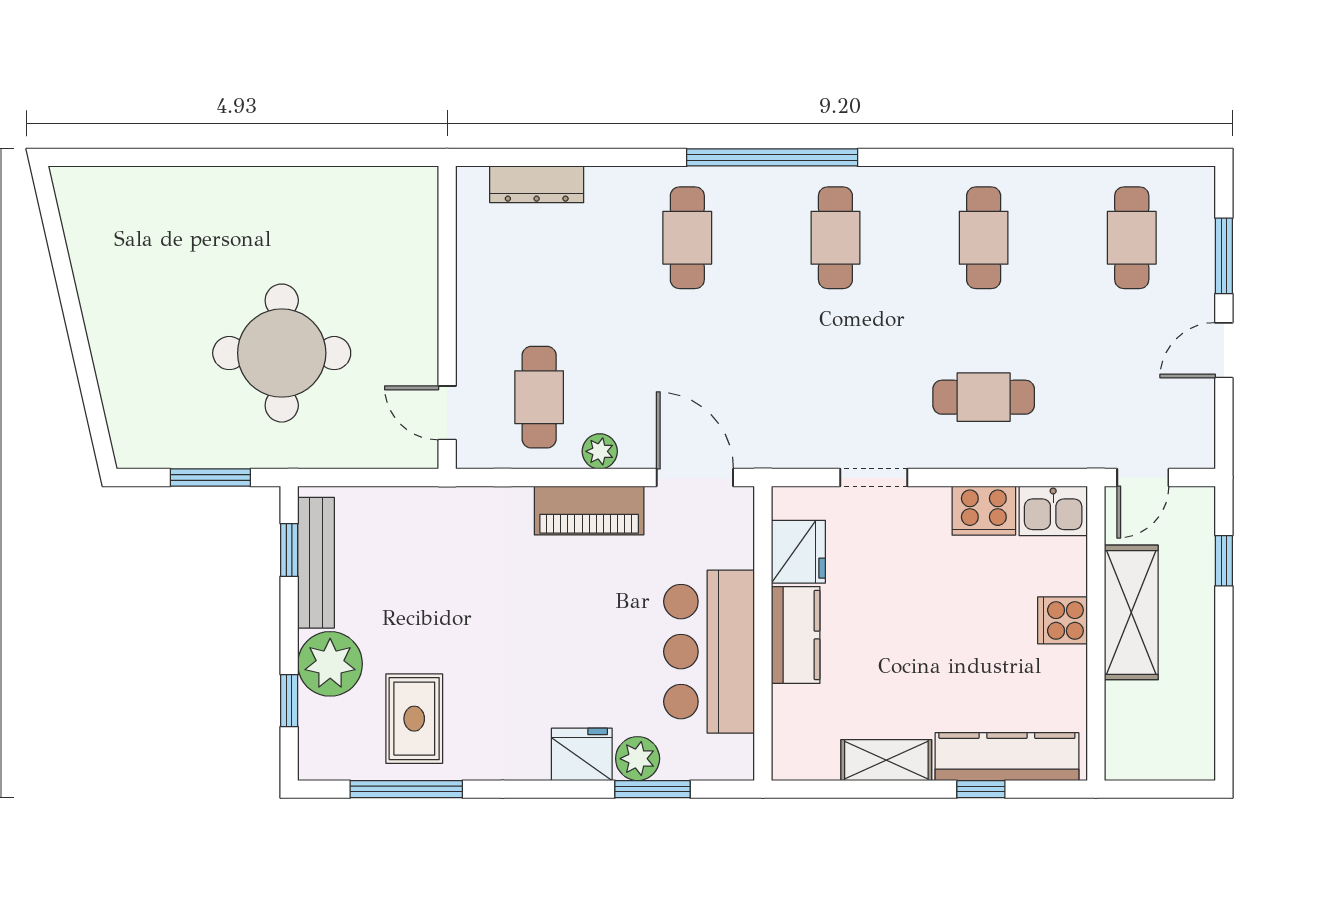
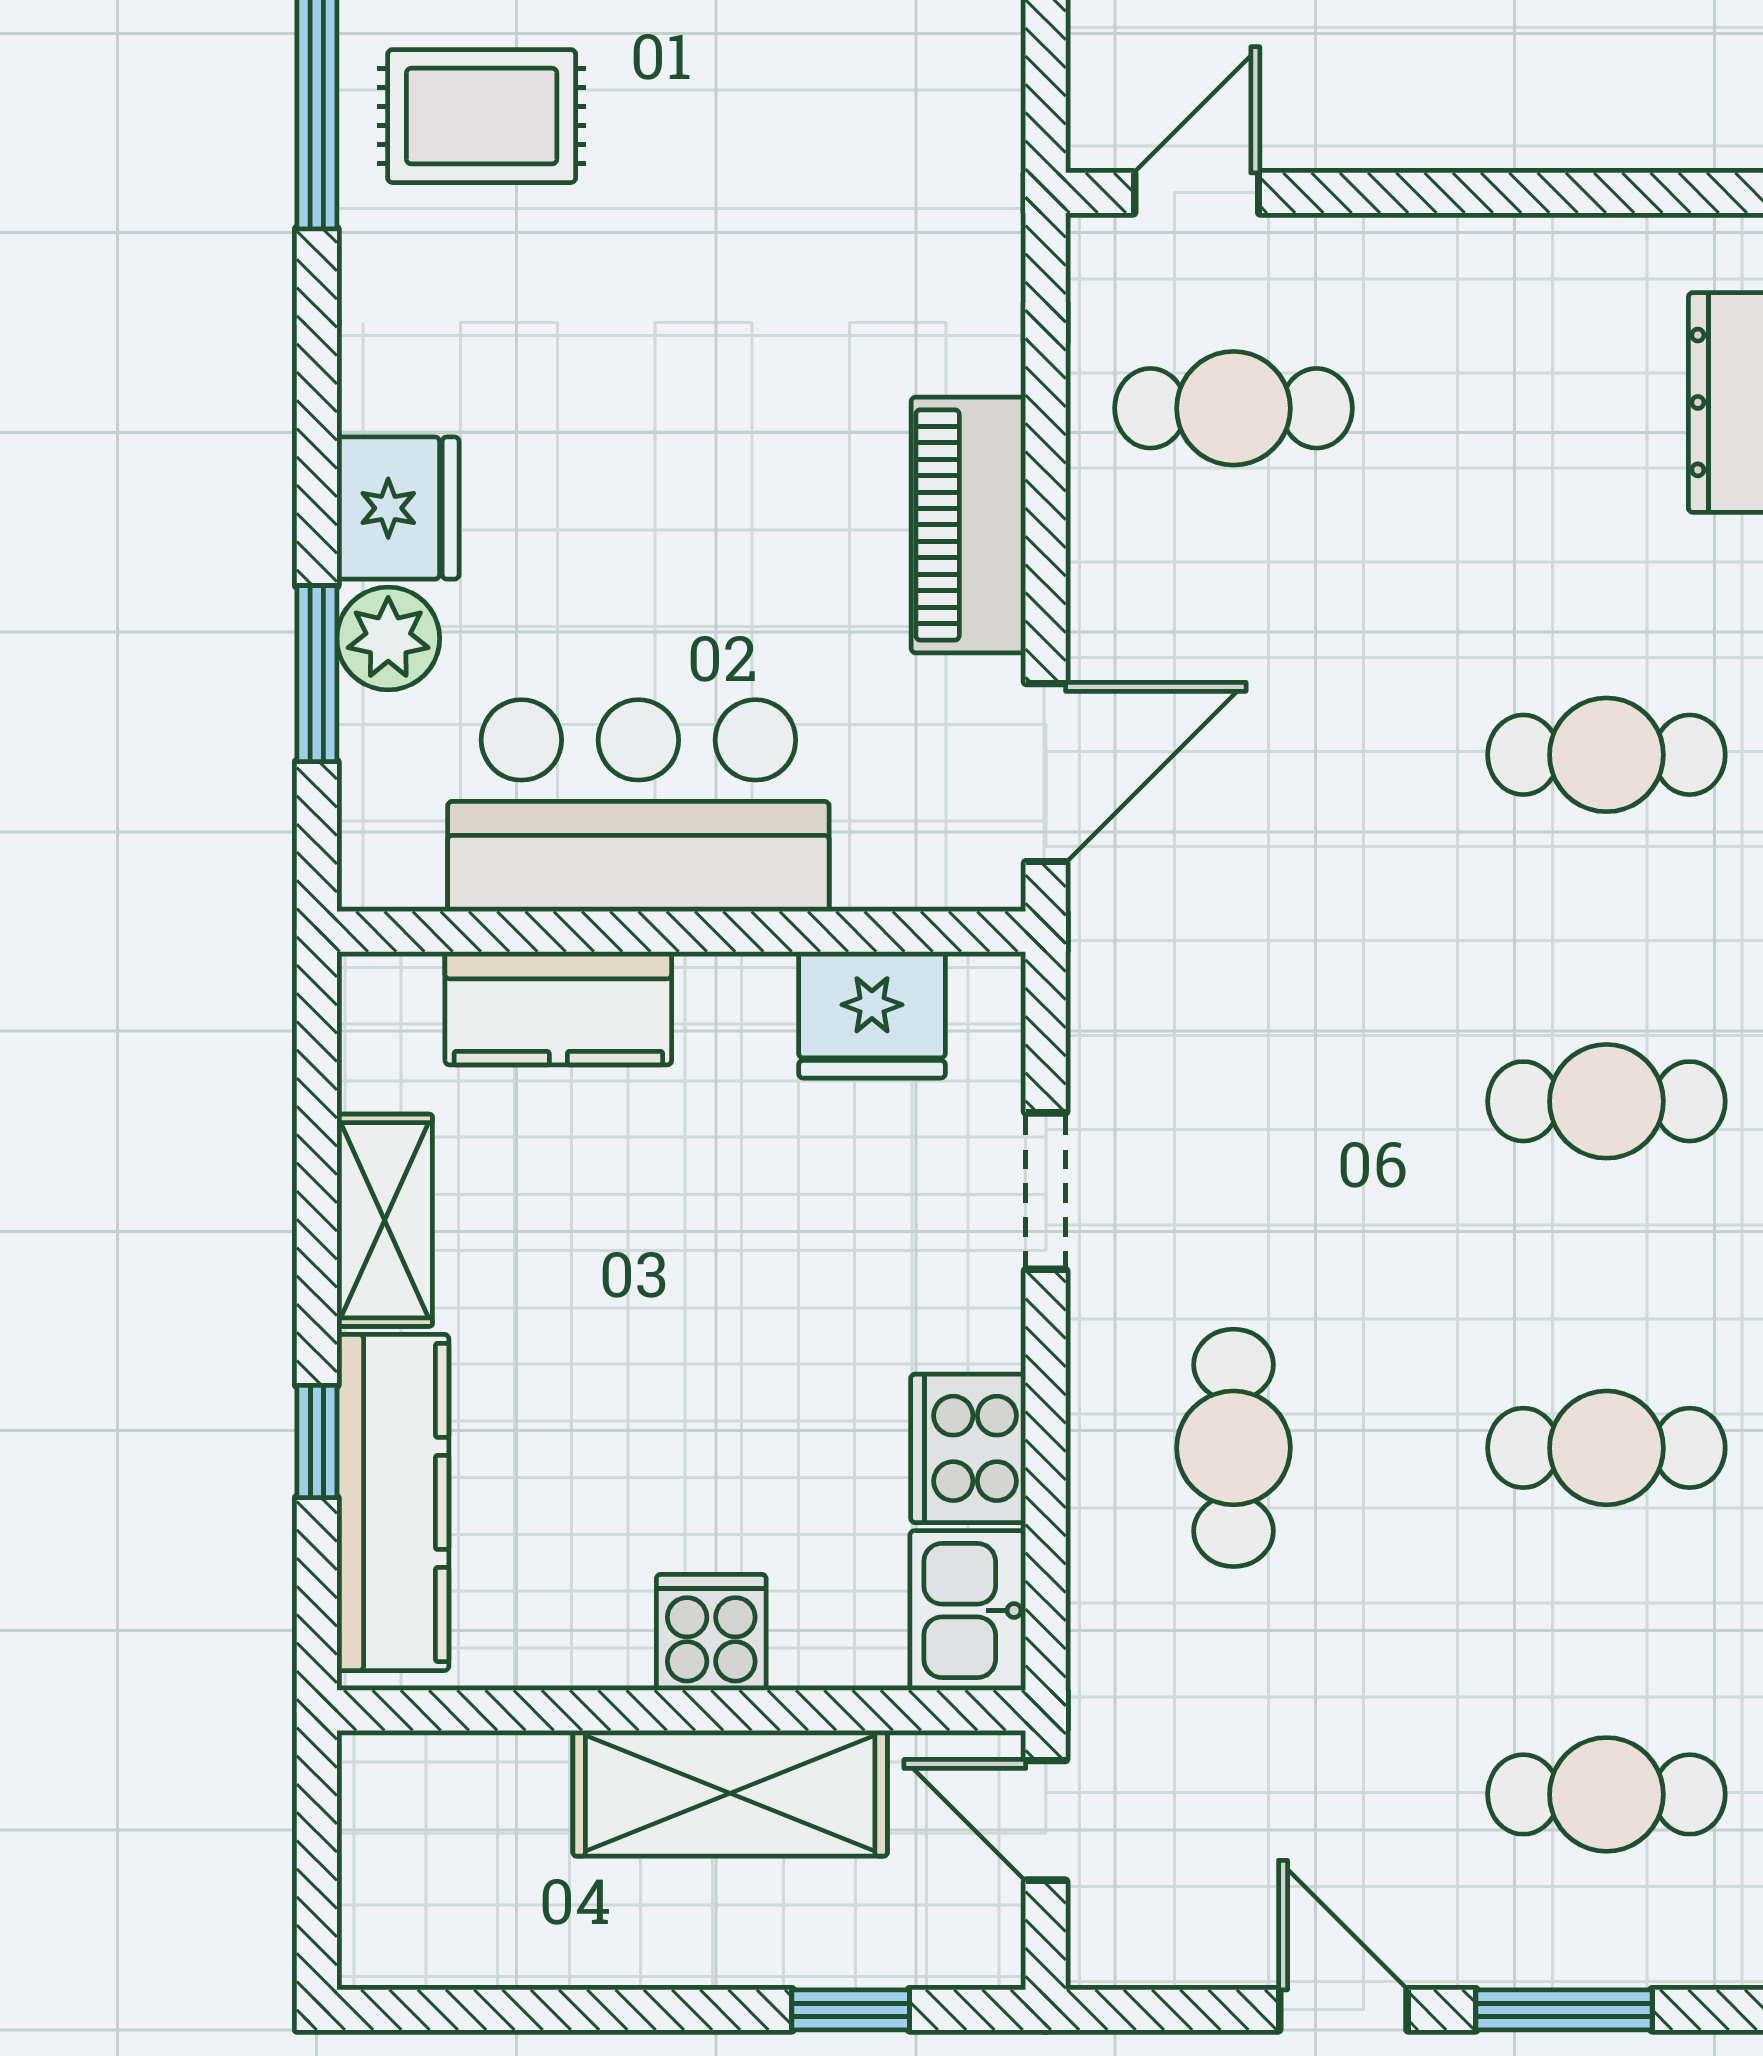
plant: (600, 451) -> (1107, 550), removed
kitchen counter: (796, 635) -> (558, 1008), moved

